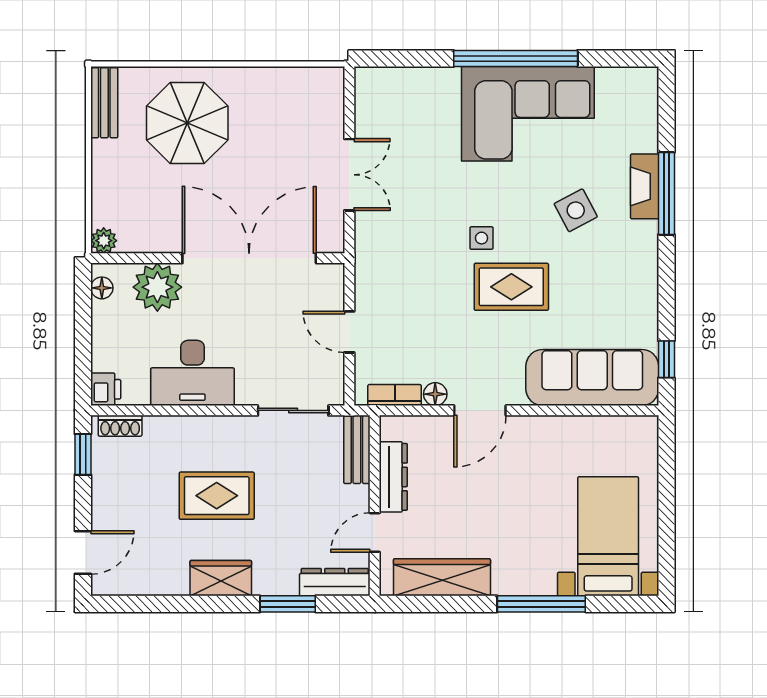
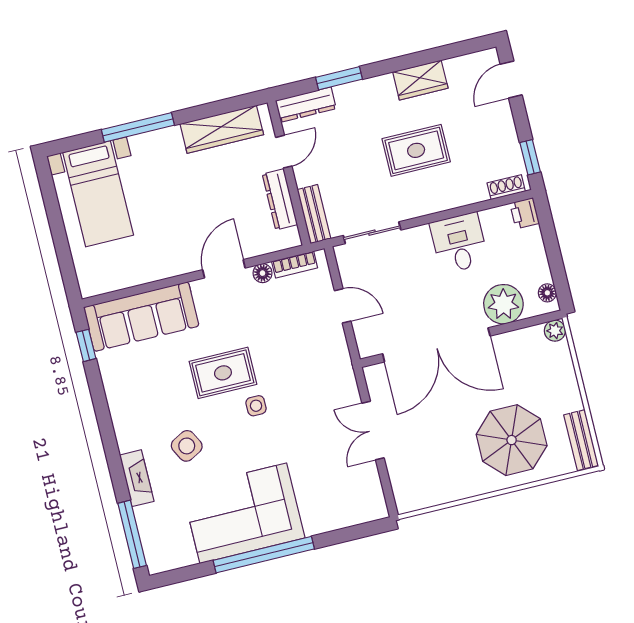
window: (666, 193) -> (132, 534), moved
desk: (192, 373) -> (459, 243), width x0.73
wardrobe: (221, 578) -> (420, 80), moved

